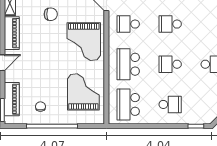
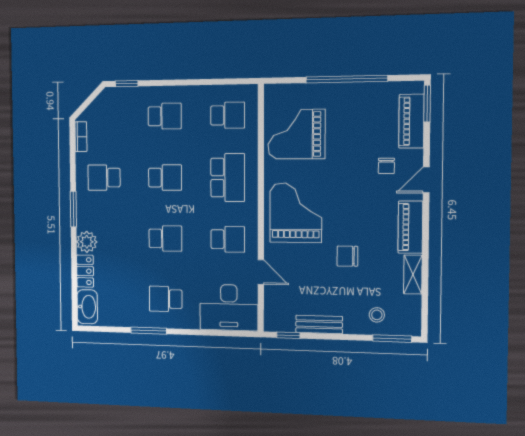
grand piano: (83, 92) -> (296, 134), turned 90
school desk: (128, 104) -> (228, 115), width x0.54
school desk: (170, 104) -> (165, 116), turned 180
chair: (40, 107) -> (386, 166), moved

